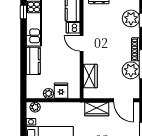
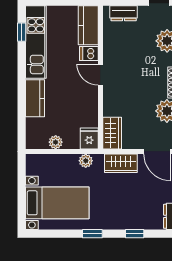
wardrobe: (90, 76) -> (112, 133), moved
fridge: (61, 91) -> (89, 138), moved
plant: (35, 107) -> (86, 161), moved

